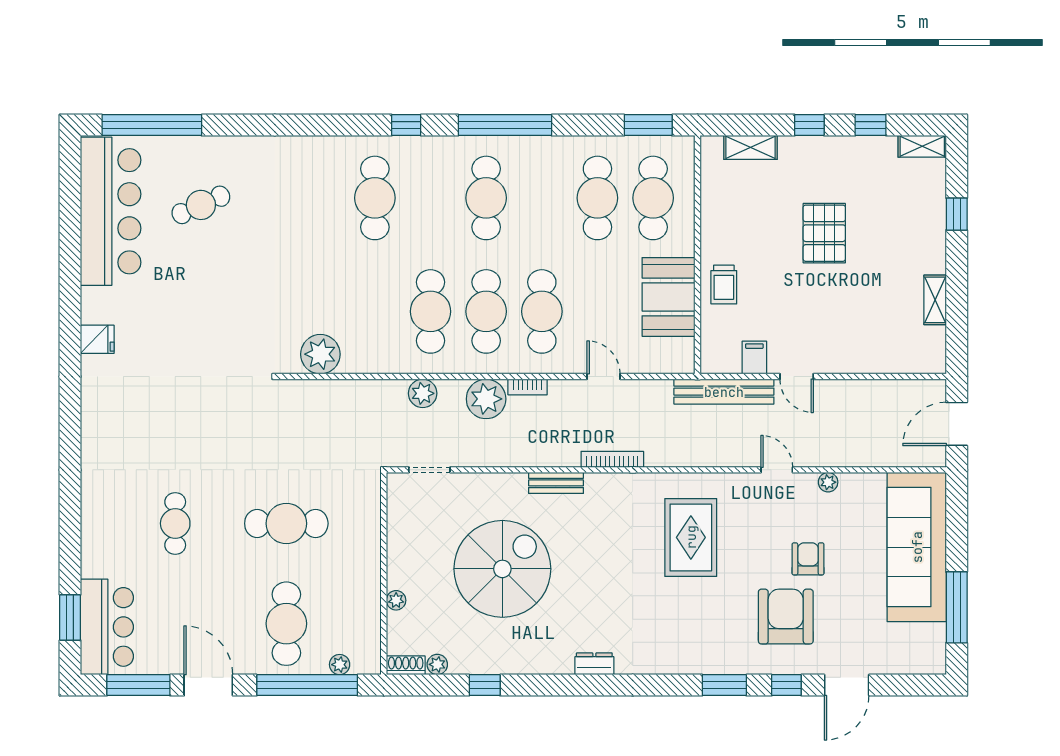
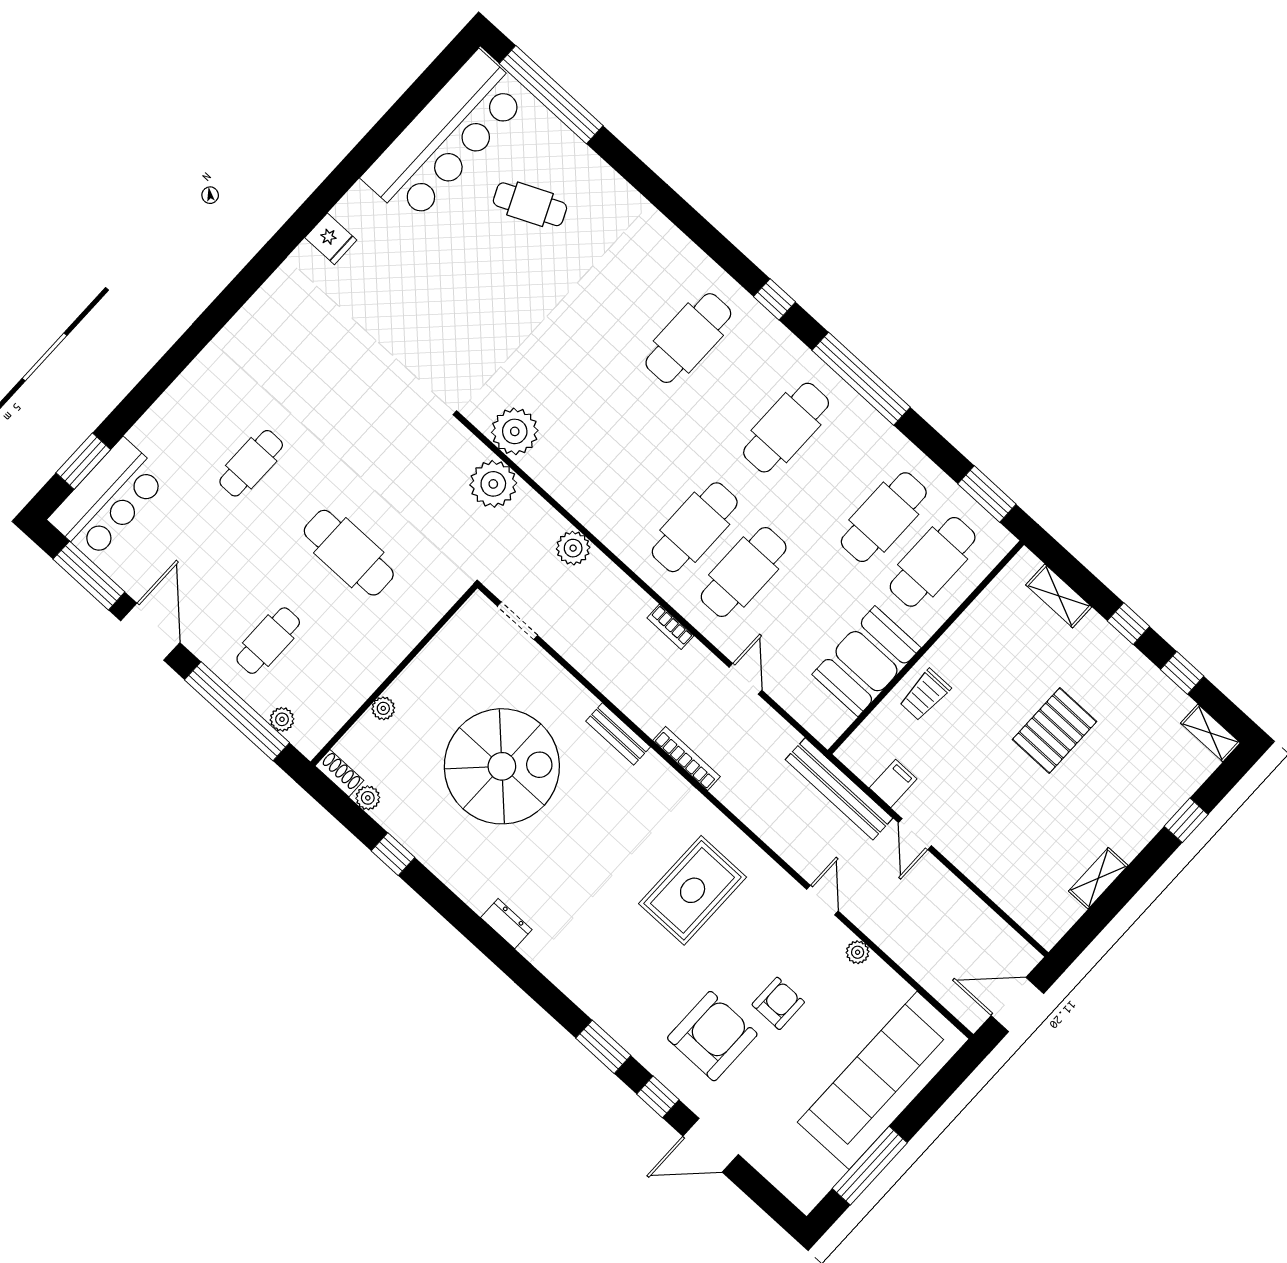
cafe table: (430, 311) -> (646, 482), removed
plant: (486, 399) -> (493, 484), moved
cafe table: (286, 624) -> (268, 641), width x0.73, depth x0.74

